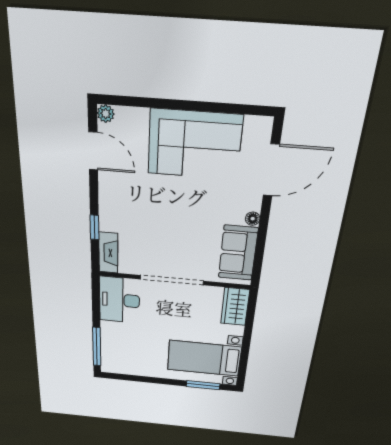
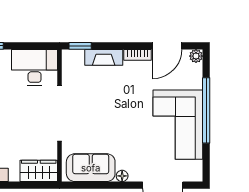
window: (178, 105) -> (206, 110), added
bookcase: (105, 188) -> (138, 55), added
window: (95, 227) -> (80, 46), moved
fireplace: (108, 253) -> (104, 57), moved

